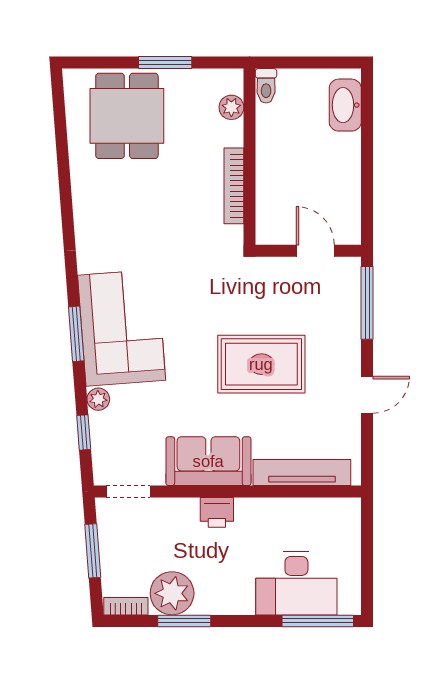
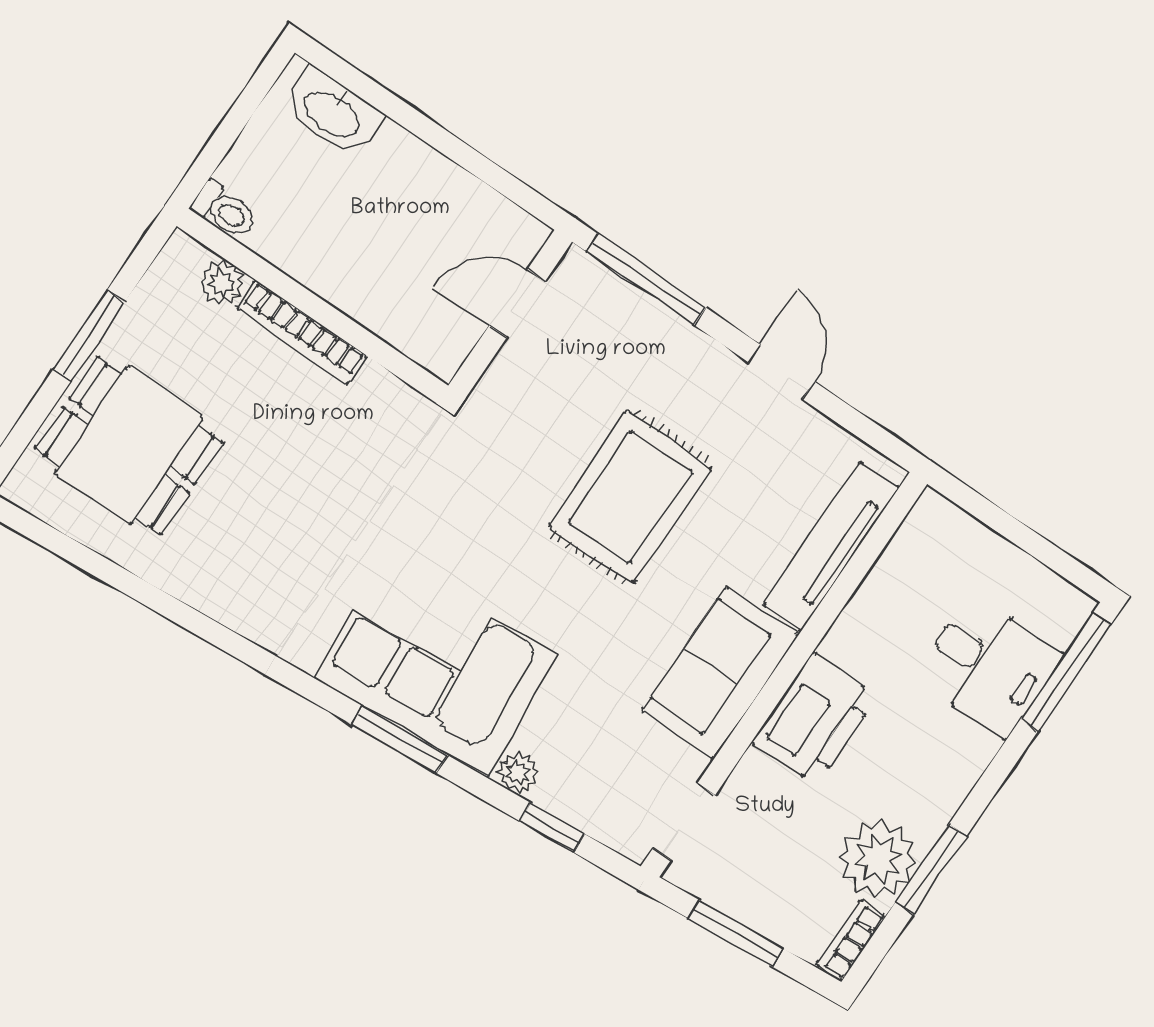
bookcase: (234, 186) -> (302, 332), moved
printer: (217, 512) -> (815, 719), width x1.87, depth x1.48
desk: (296, 583) -> (988, 666), width x0.73

